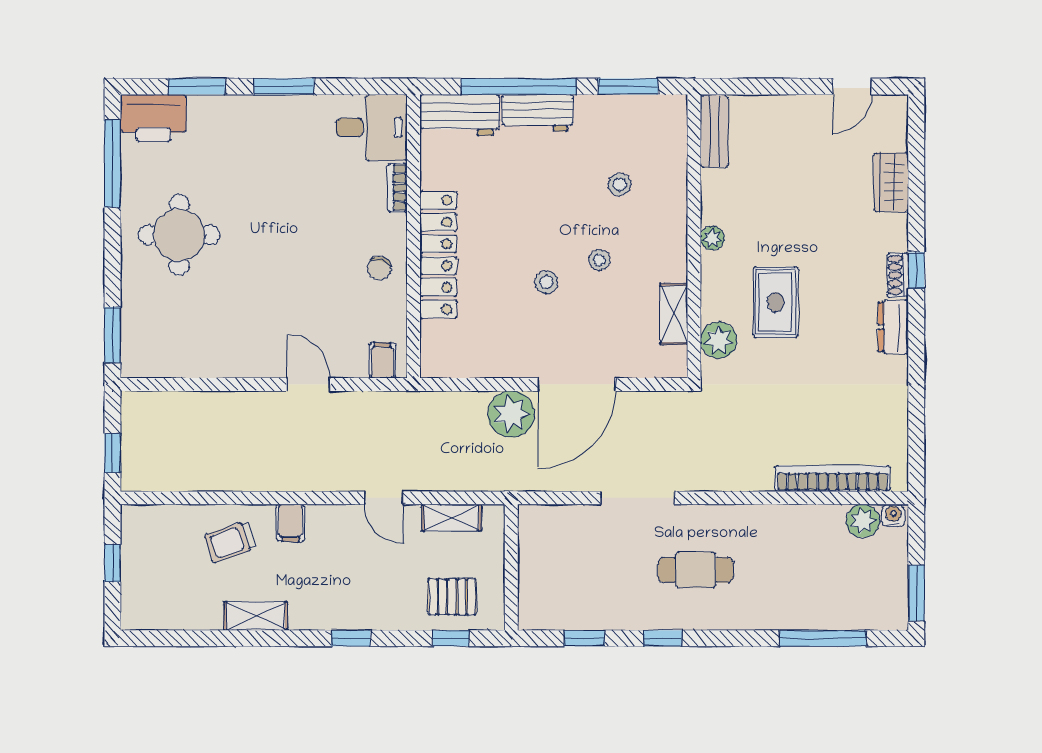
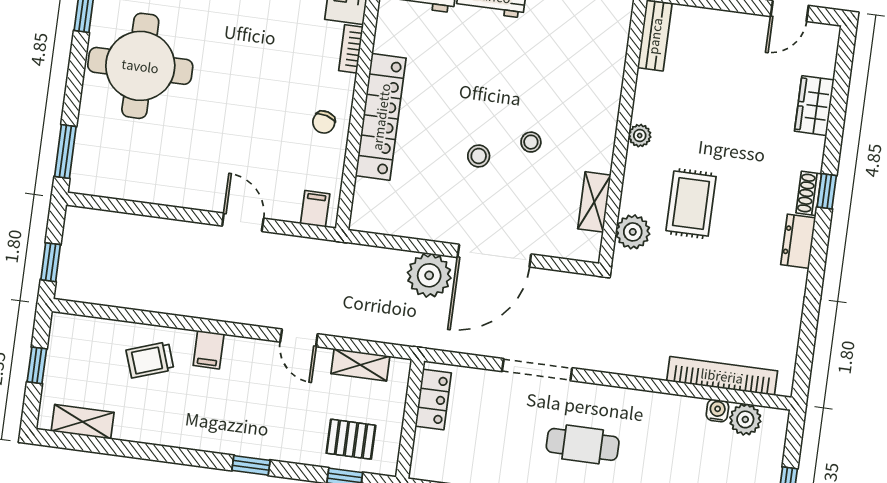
stool: (620, 184) -> (559, 74), removed
round table: (179, 235) -> (140, 66), width x1.36, depth x1.36
water cooler: (893, 515) -> (717, 411), moved
locker: (533, 544) -> (433, 399), added
shelving: (256, 616) -> (83, 422), moved

